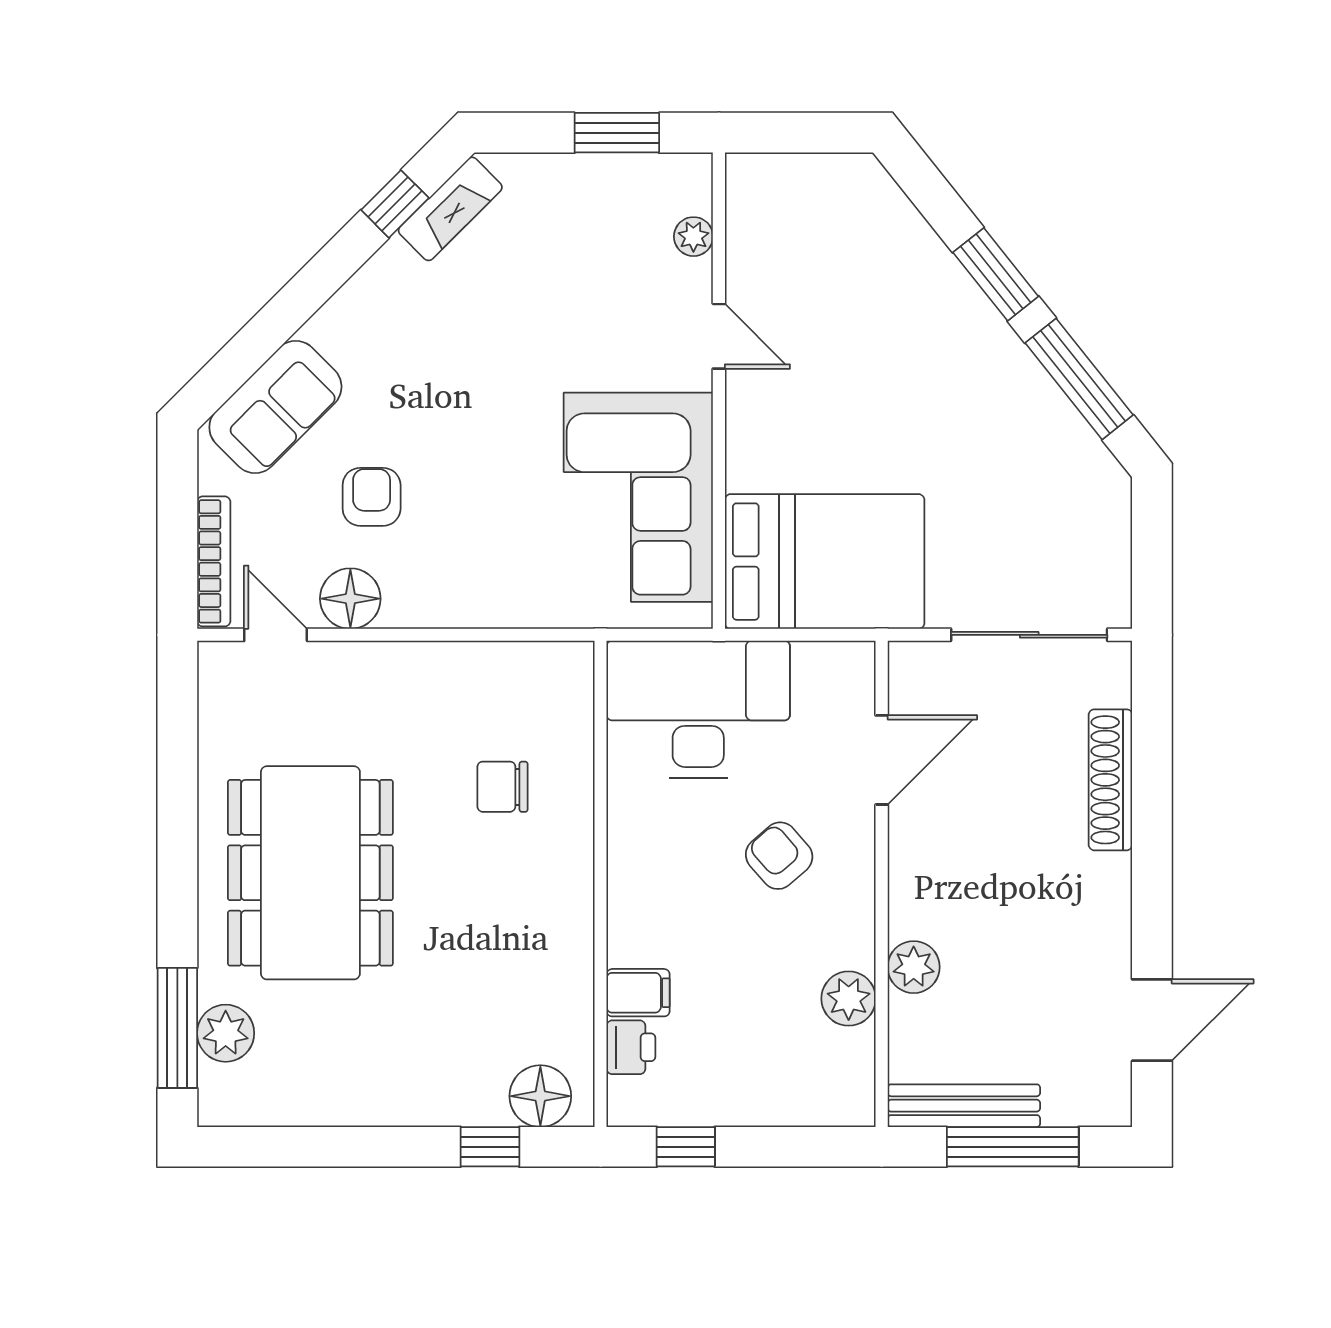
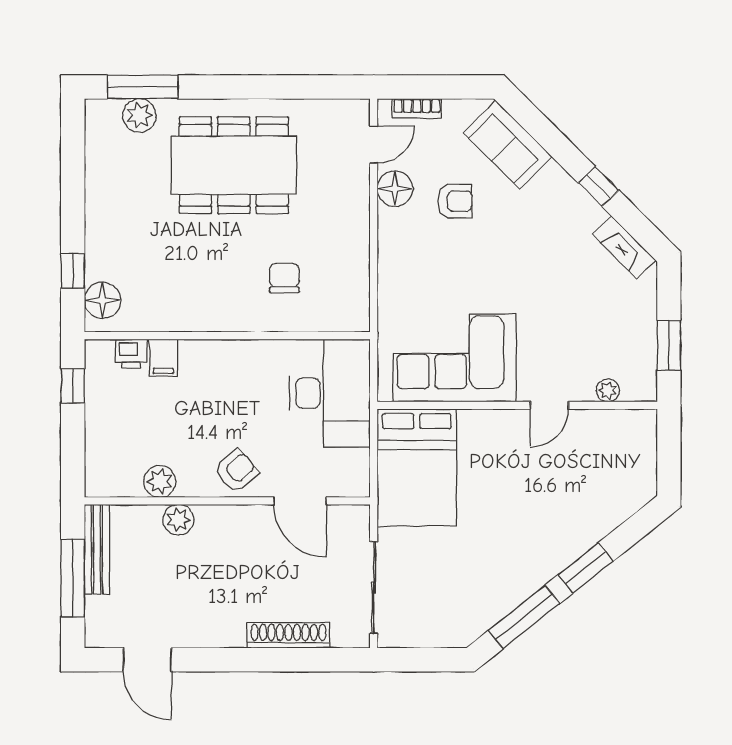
window: (395, 204) -> (599, 187), moved
bookcase: (214, 561) -> (417, 108), width x0.64
armchair: (779, 856) -> (236, 471), moved

